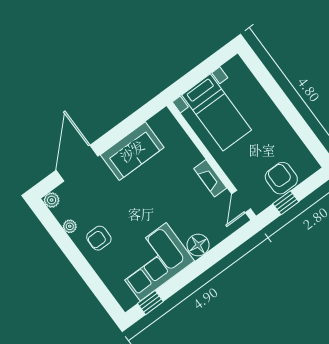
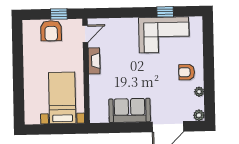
armchair: (99, 238) -> (187, 72), turned 180
floor lamp: (198, 245) -> (130, 26), removed
window: (150, 303) -> (165, 12), moved

